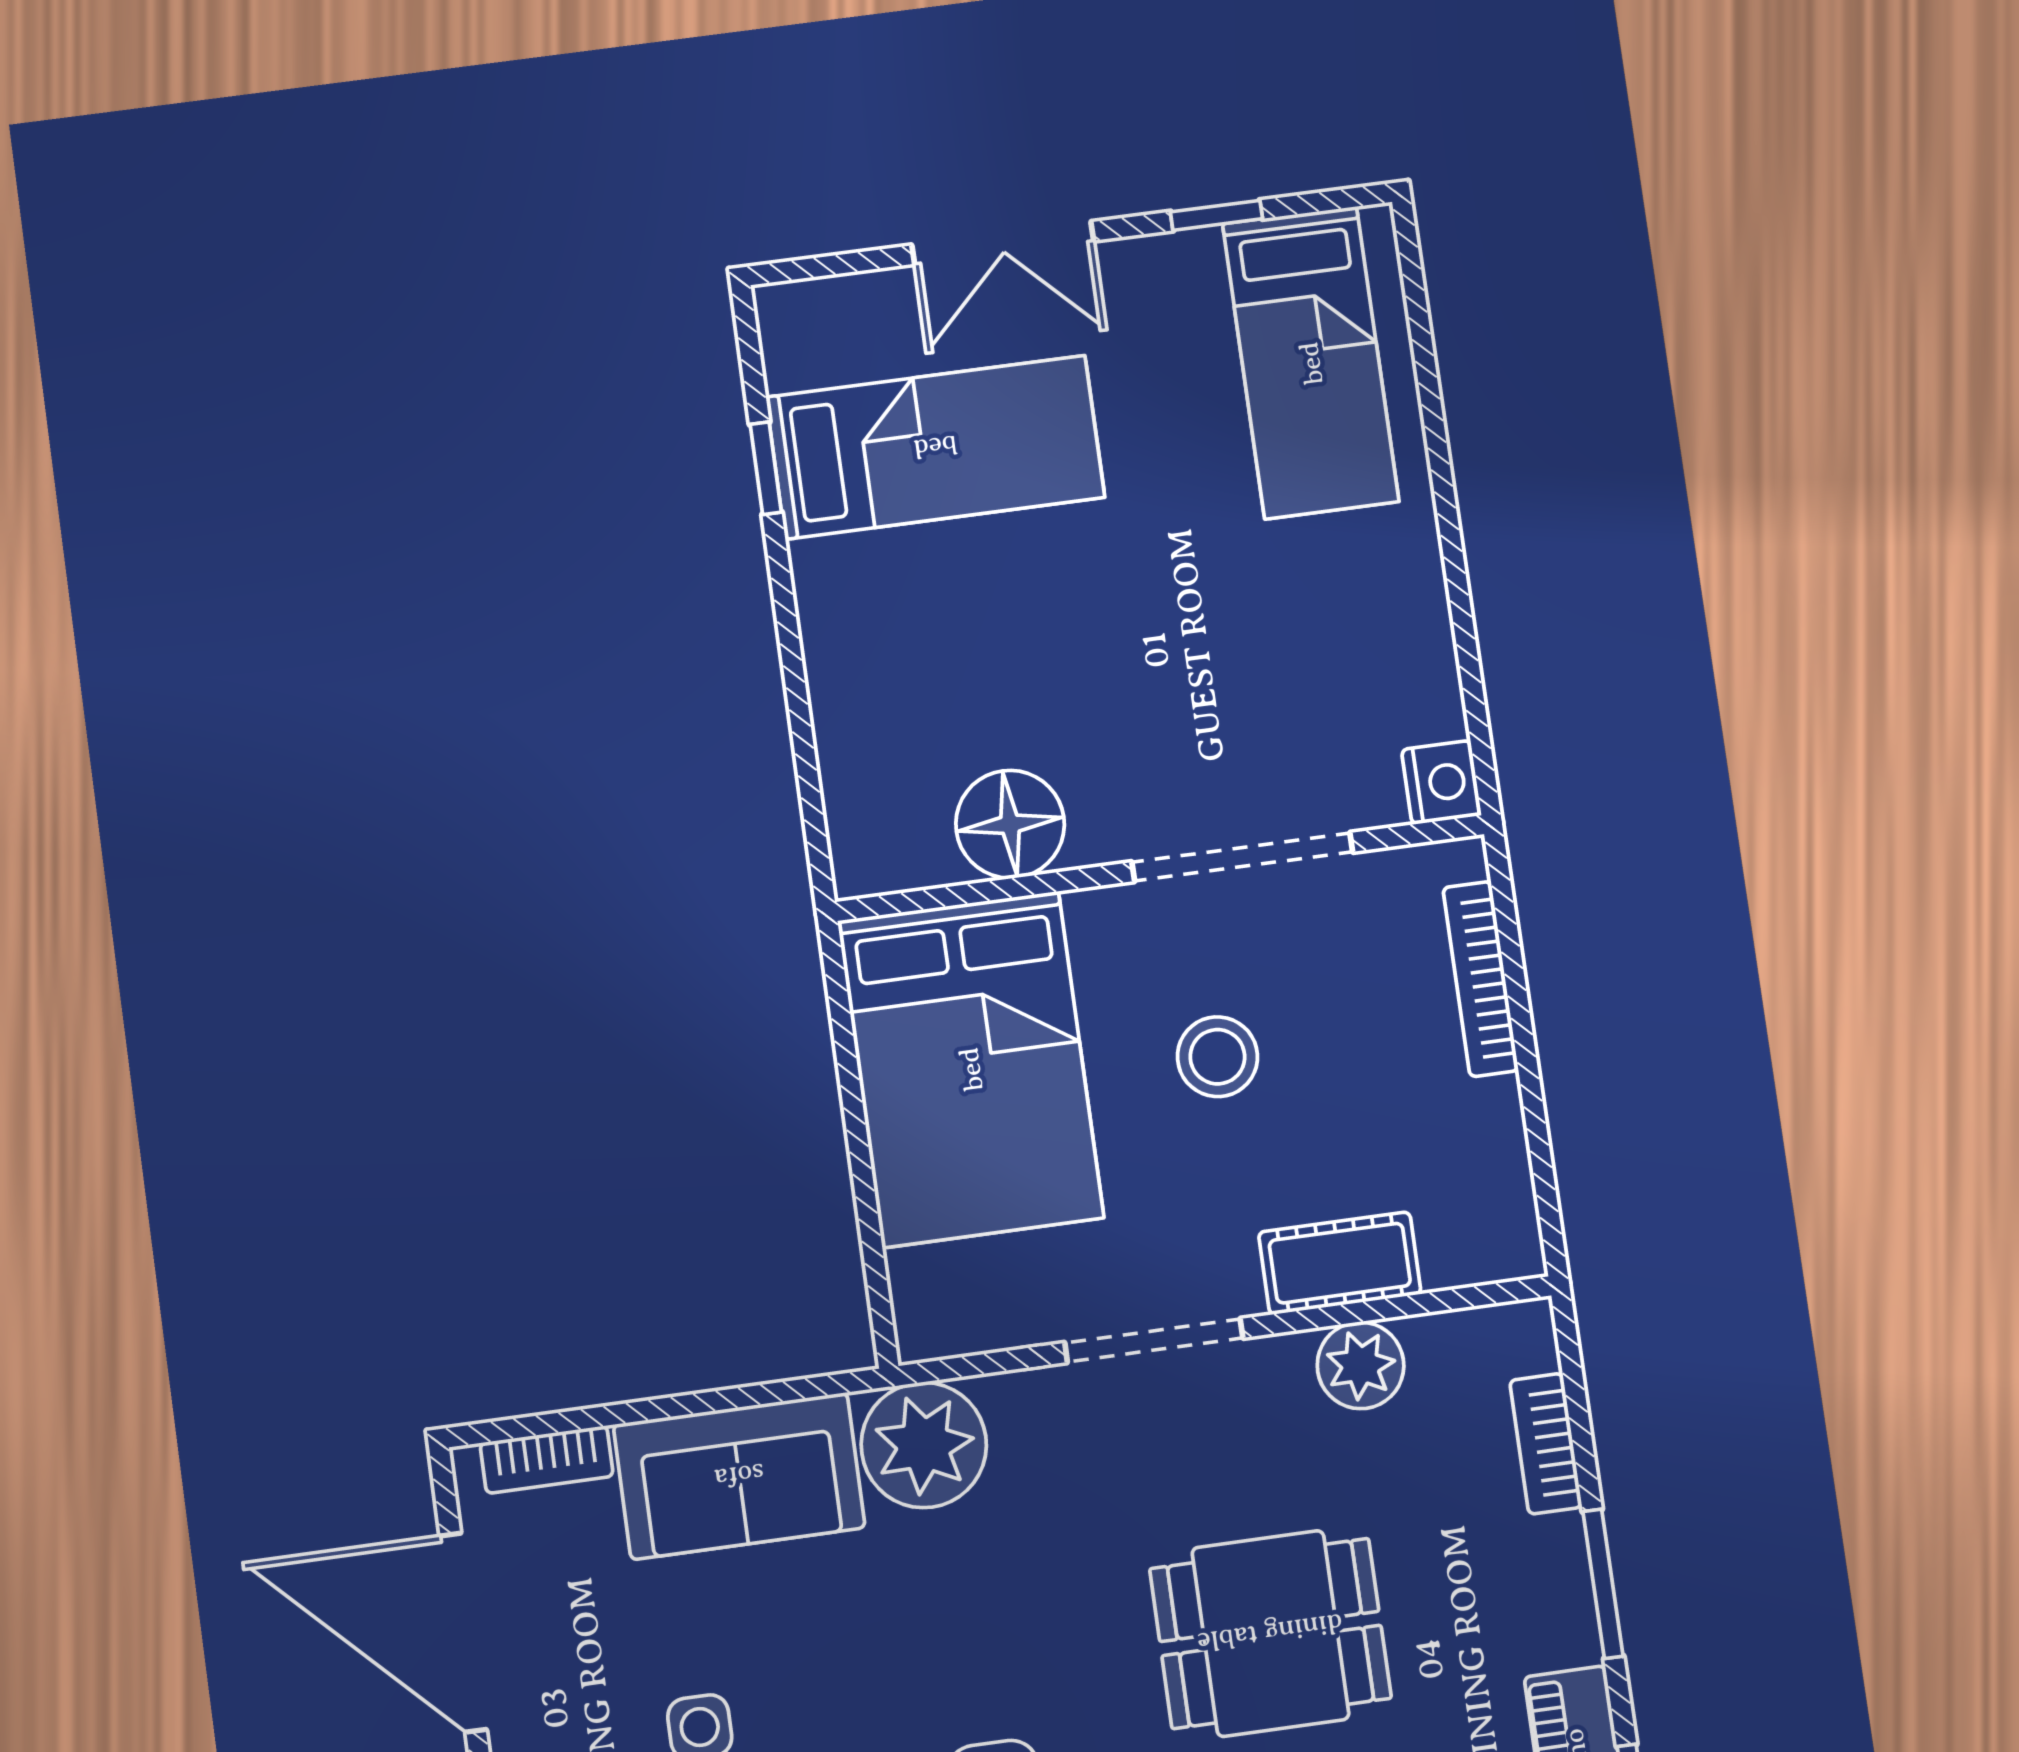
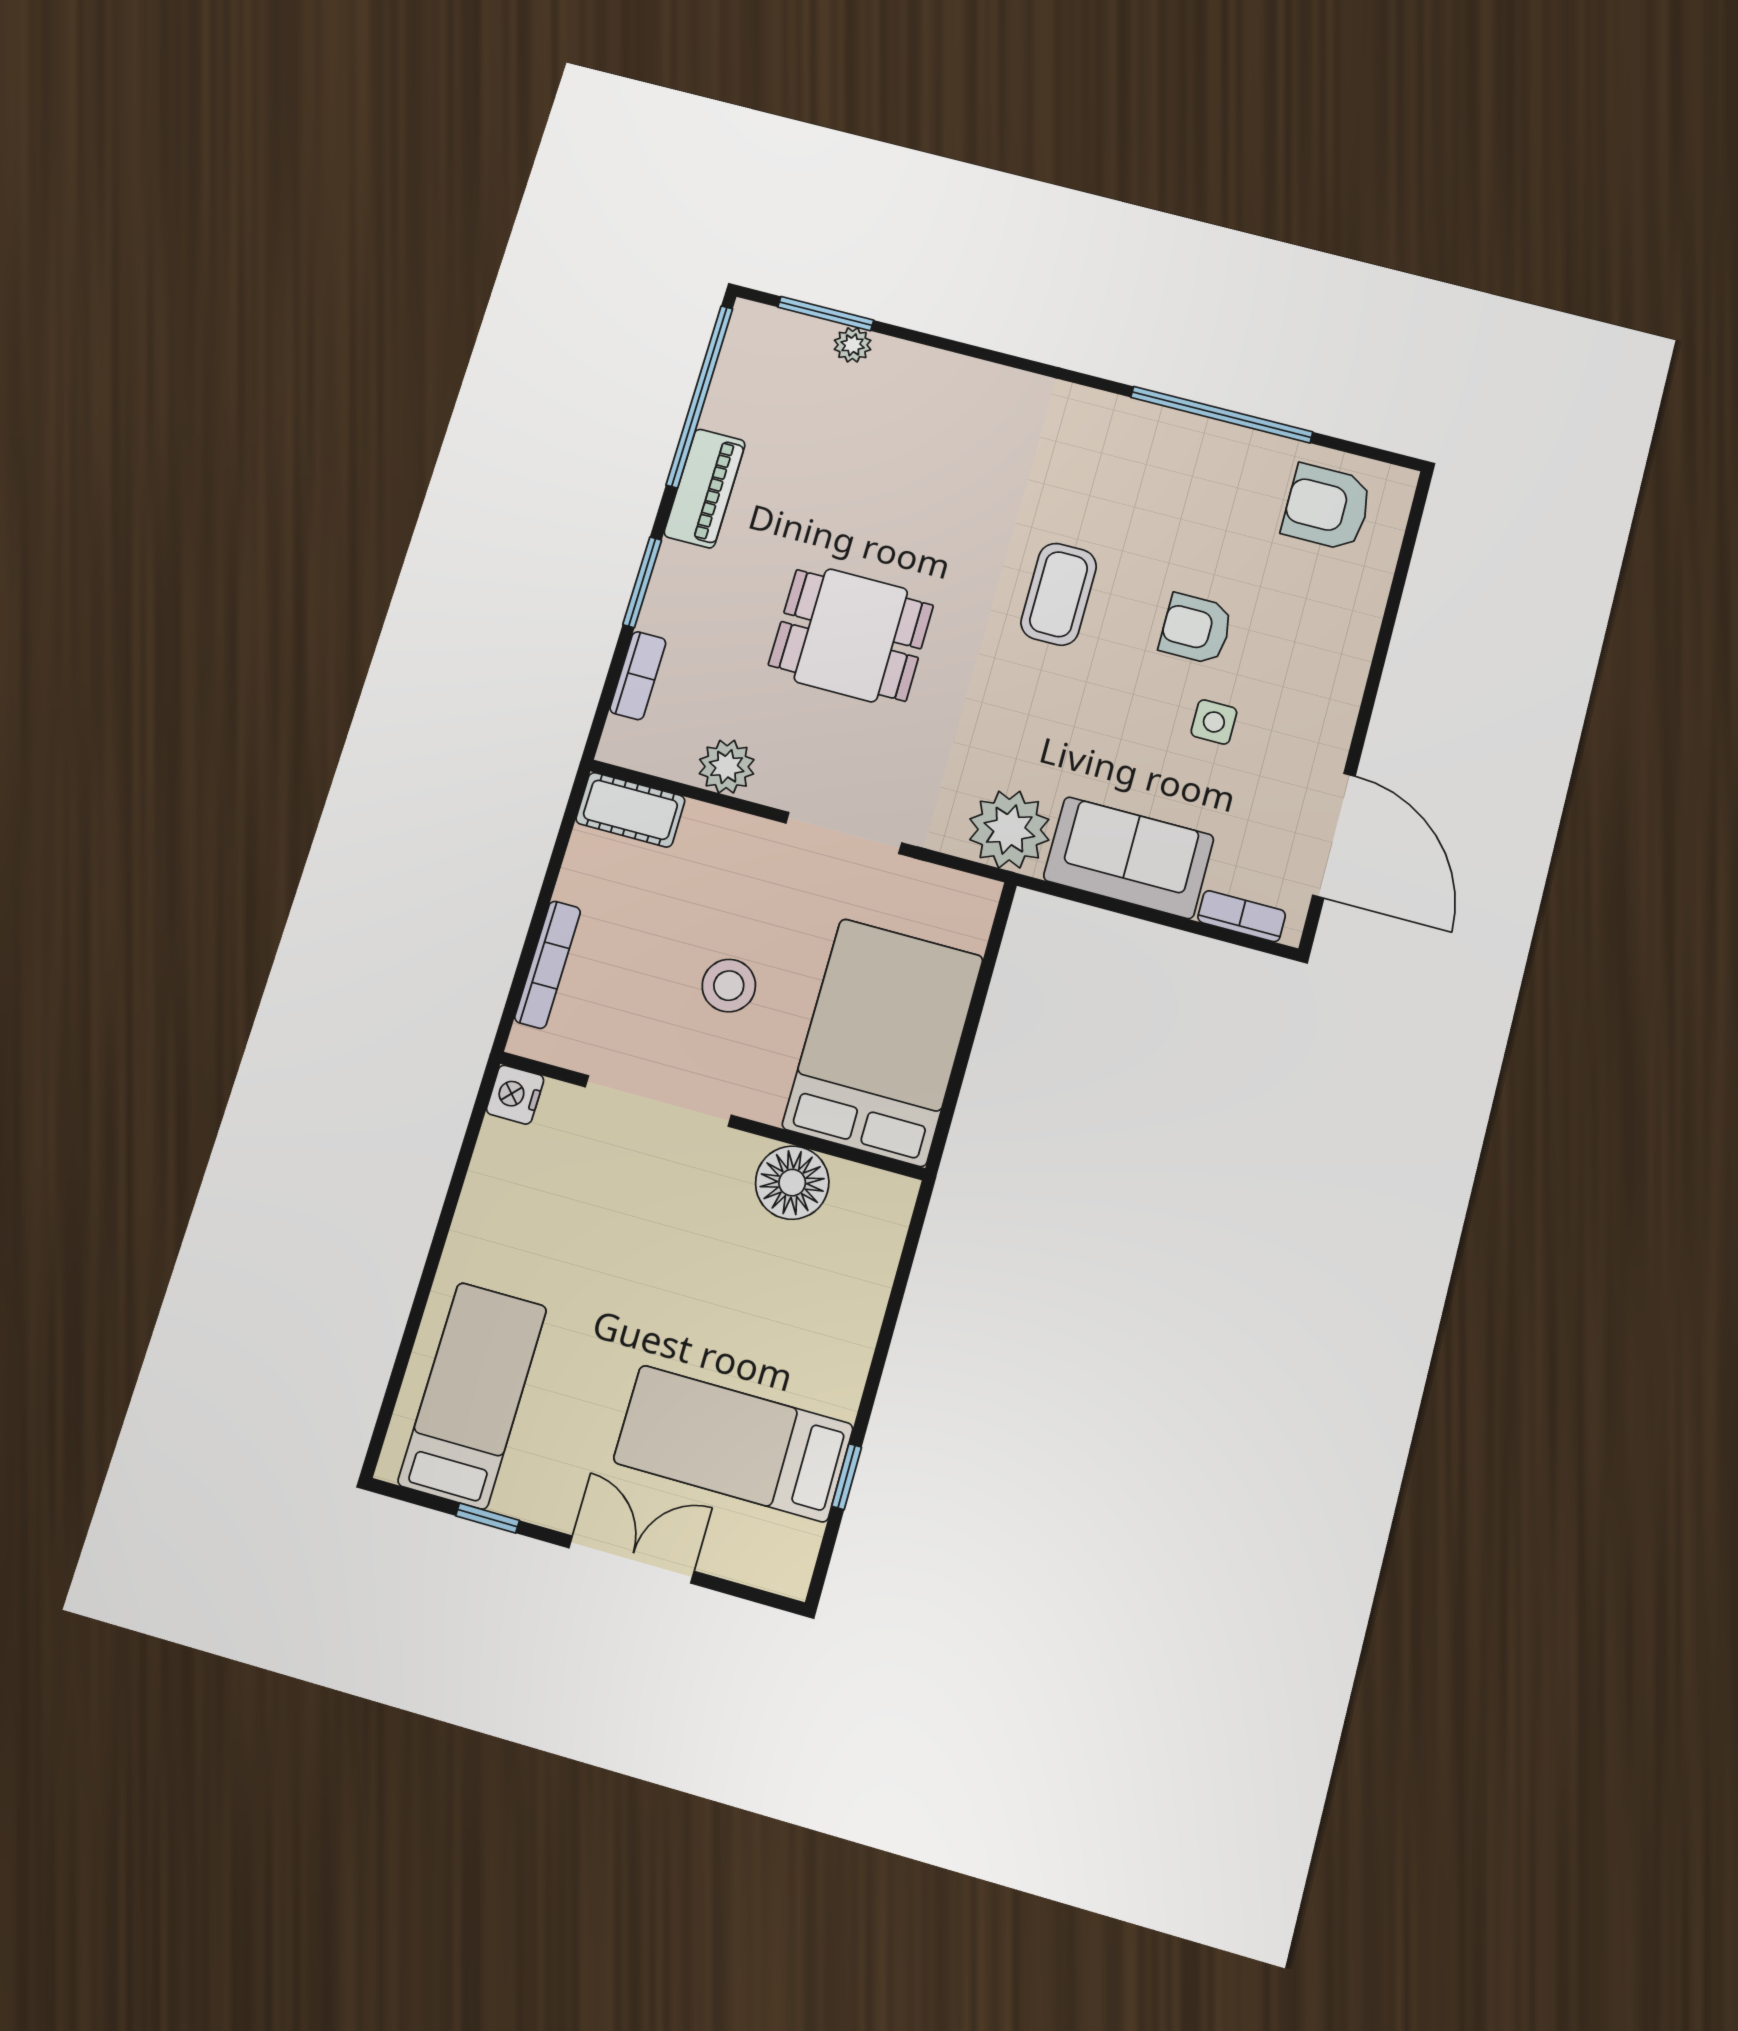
cot: (1340, 1263) -> (630, 810), moved

